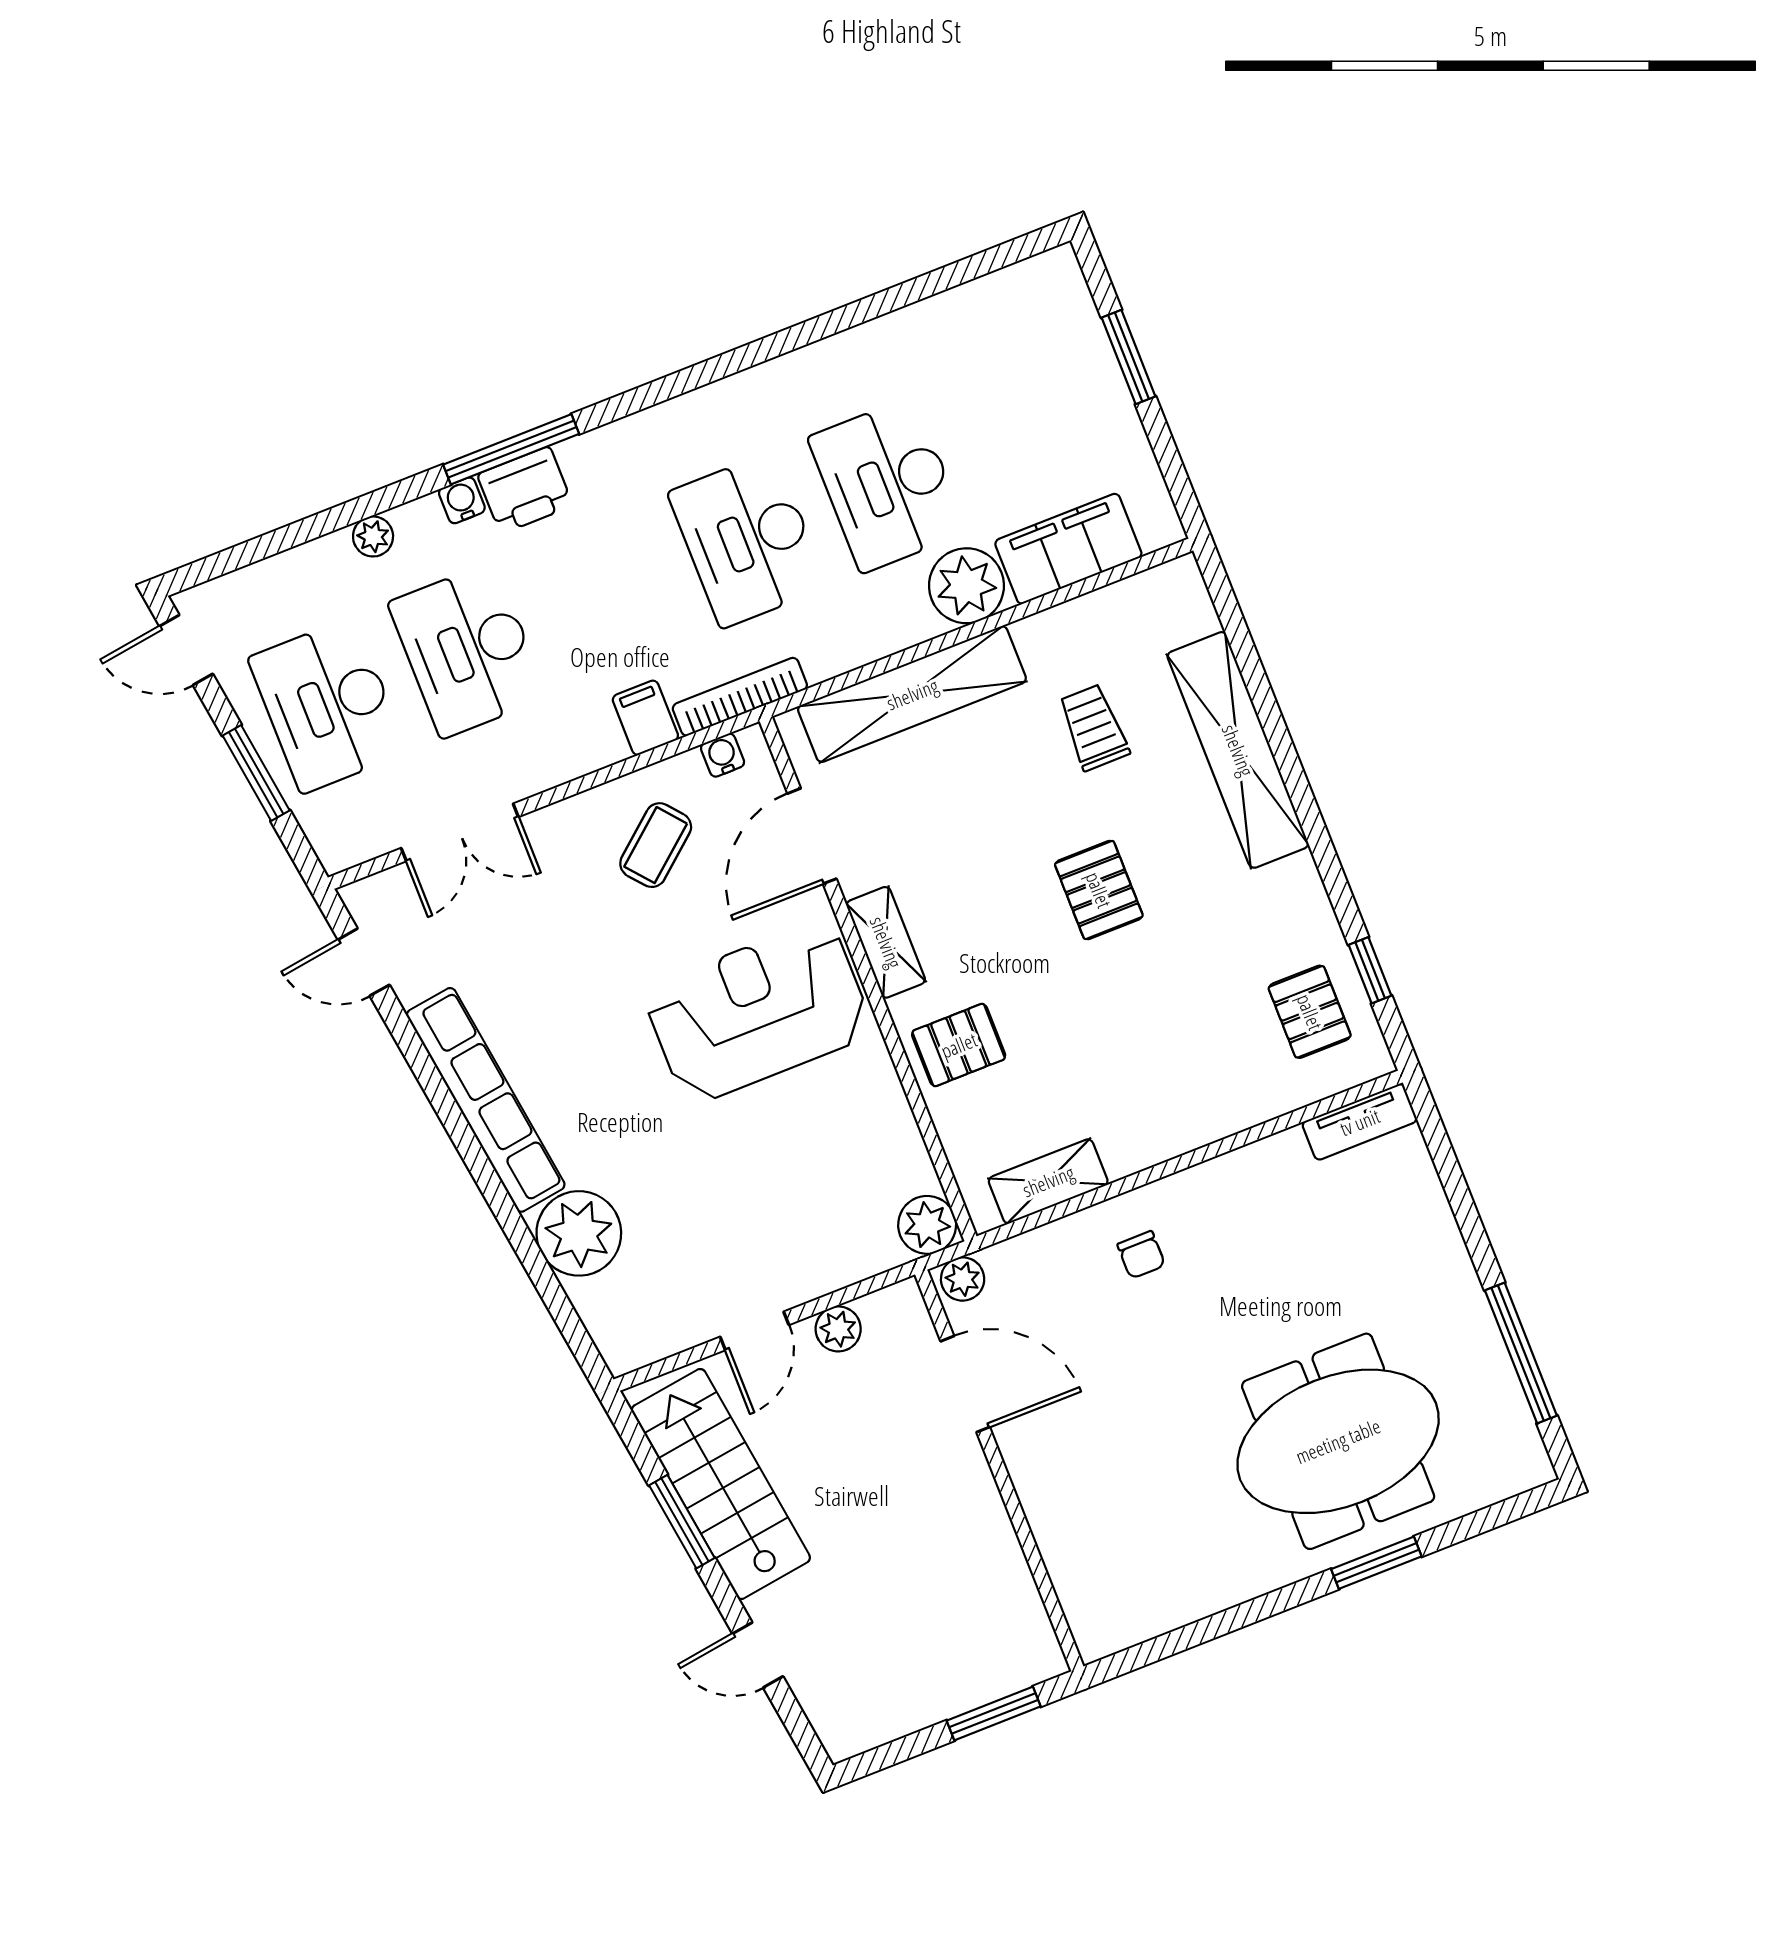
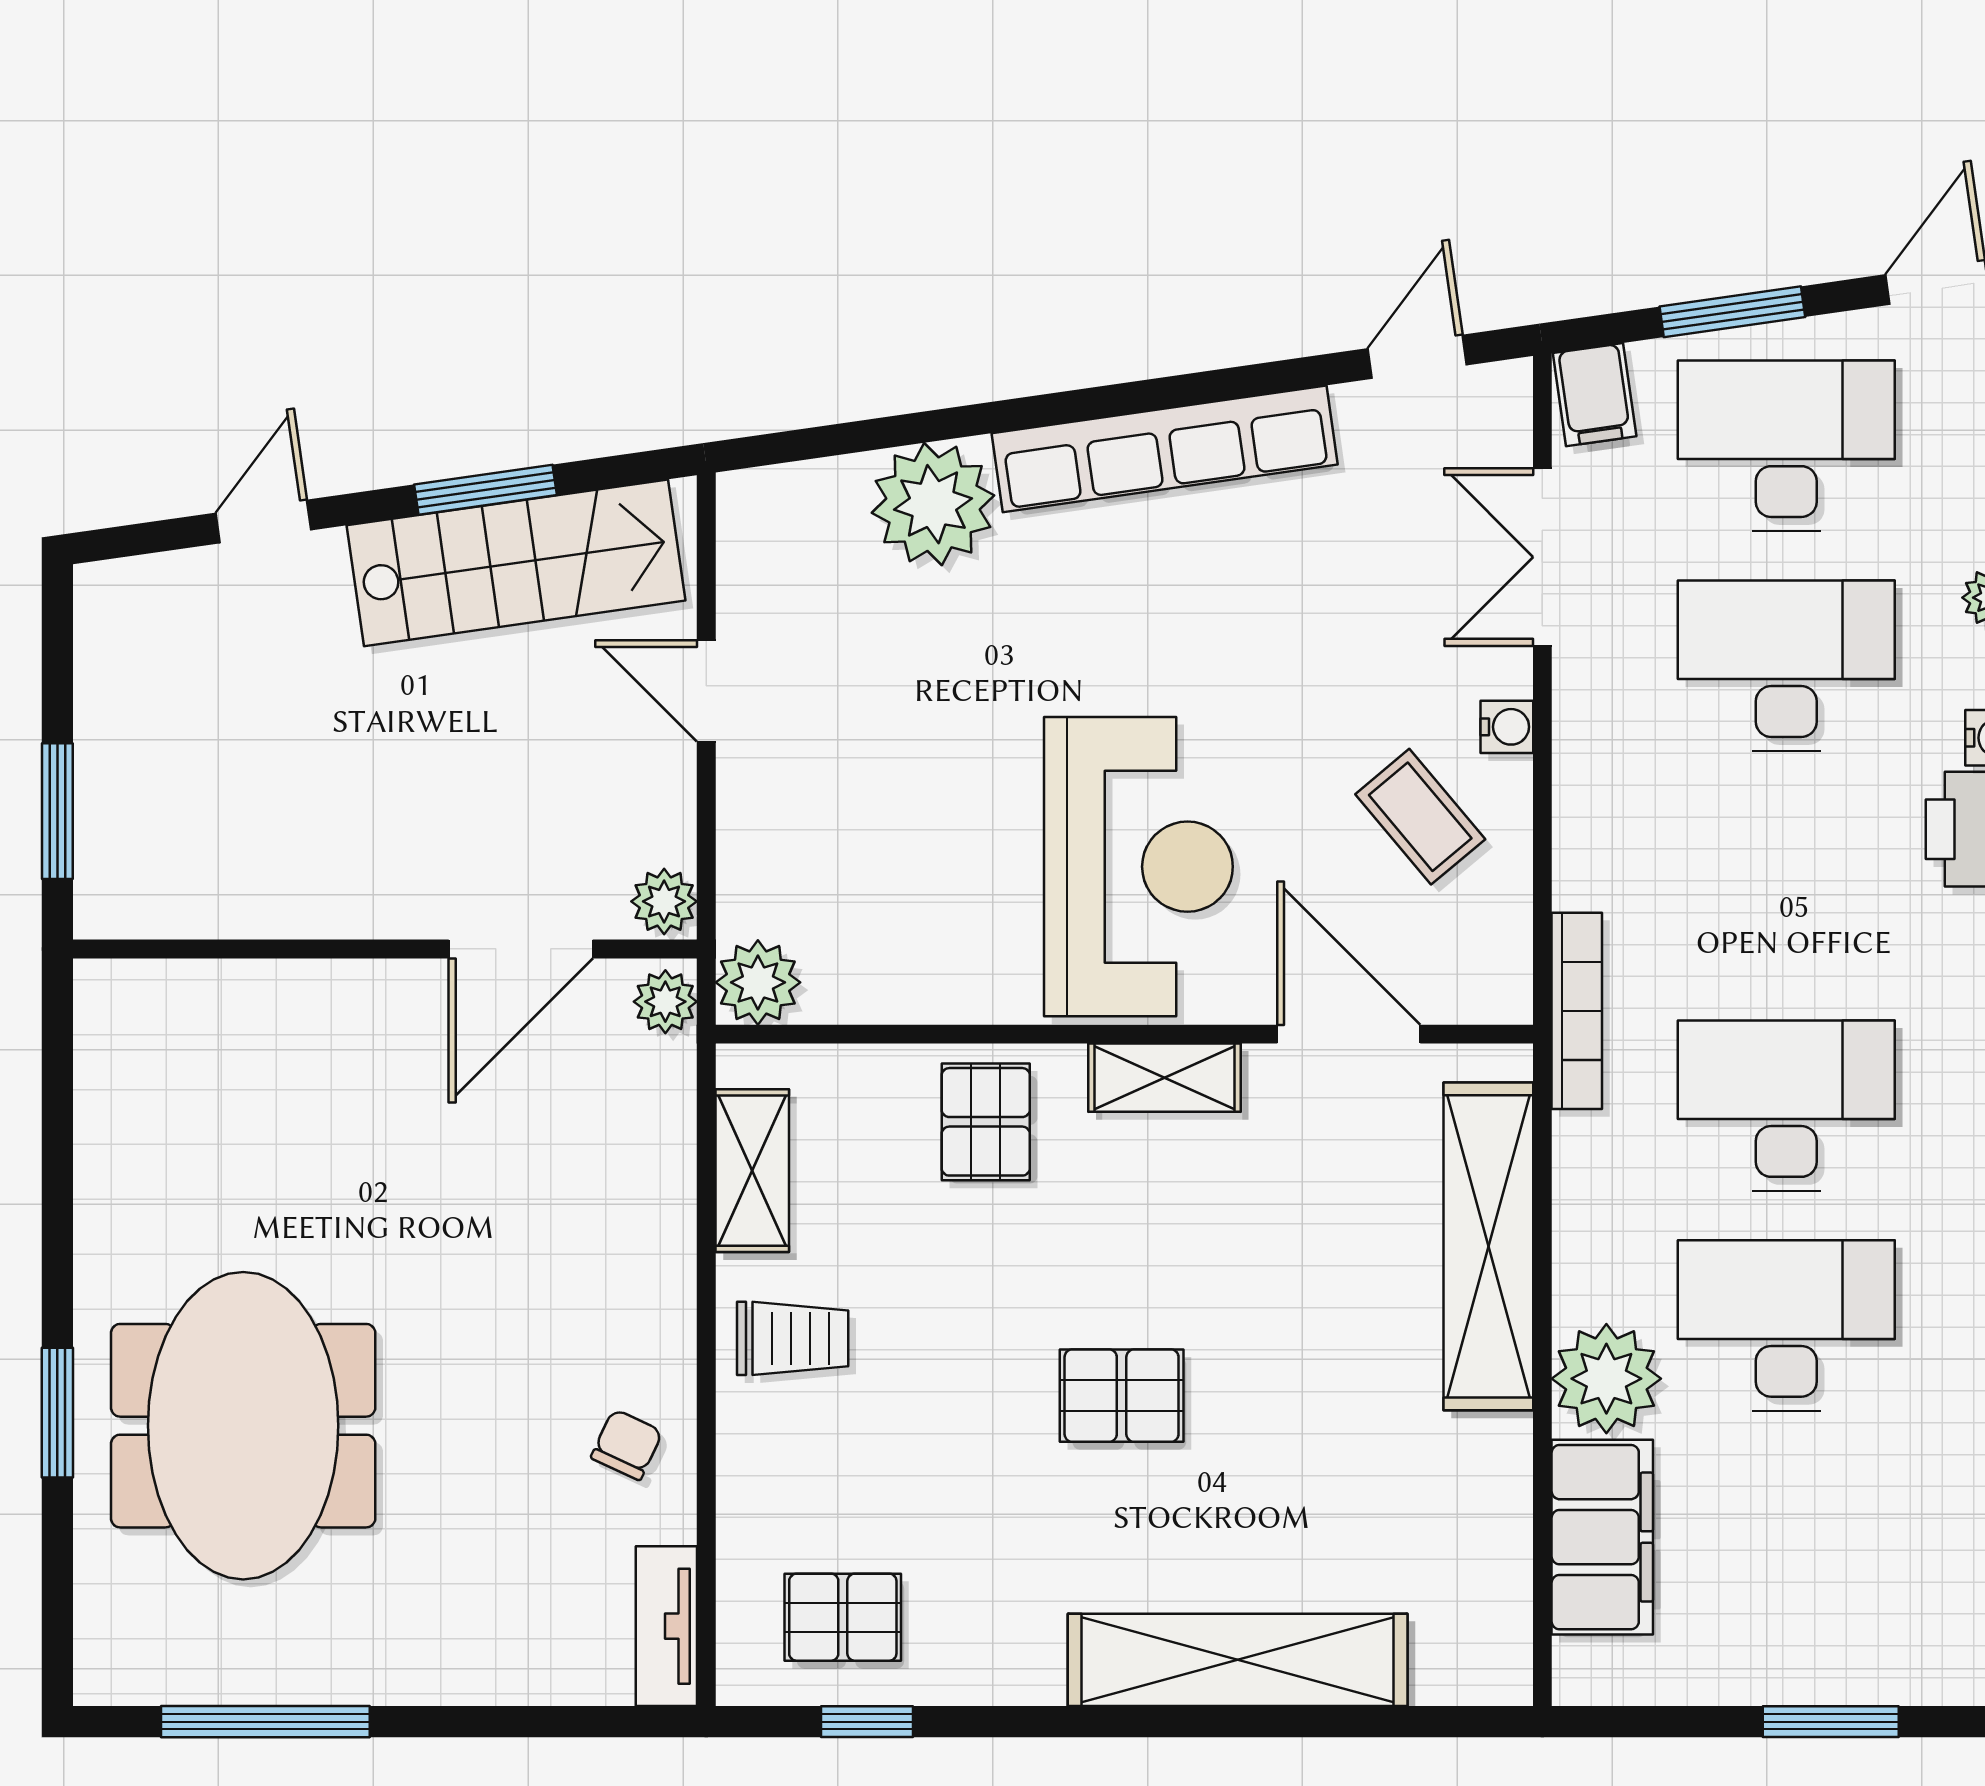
filing cabinet: (645, 718) -> (1595, 395), moved, turned 82
trolley: (1094, 727) -> (793, 1338), moved
water cooler: (723, 755) -> (1507, 727), moved
chair: (1141, 1255) -> (627, 1445), moved, turned 115
plant: (838, 1329) -> (664, 901), moved

